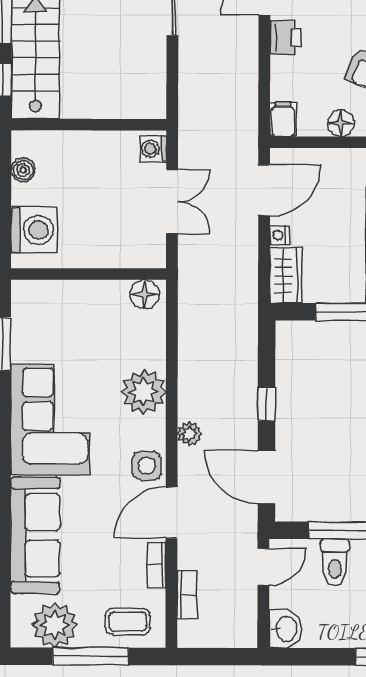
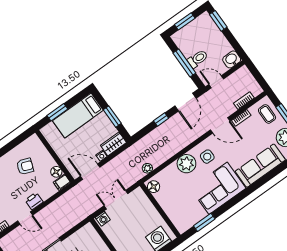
floor lamp: (341, 123) -> (56, 172), moved
plant: (190, 434) -> (147, 168), moved
side table: (147, 466) -> (207, 157), moved

